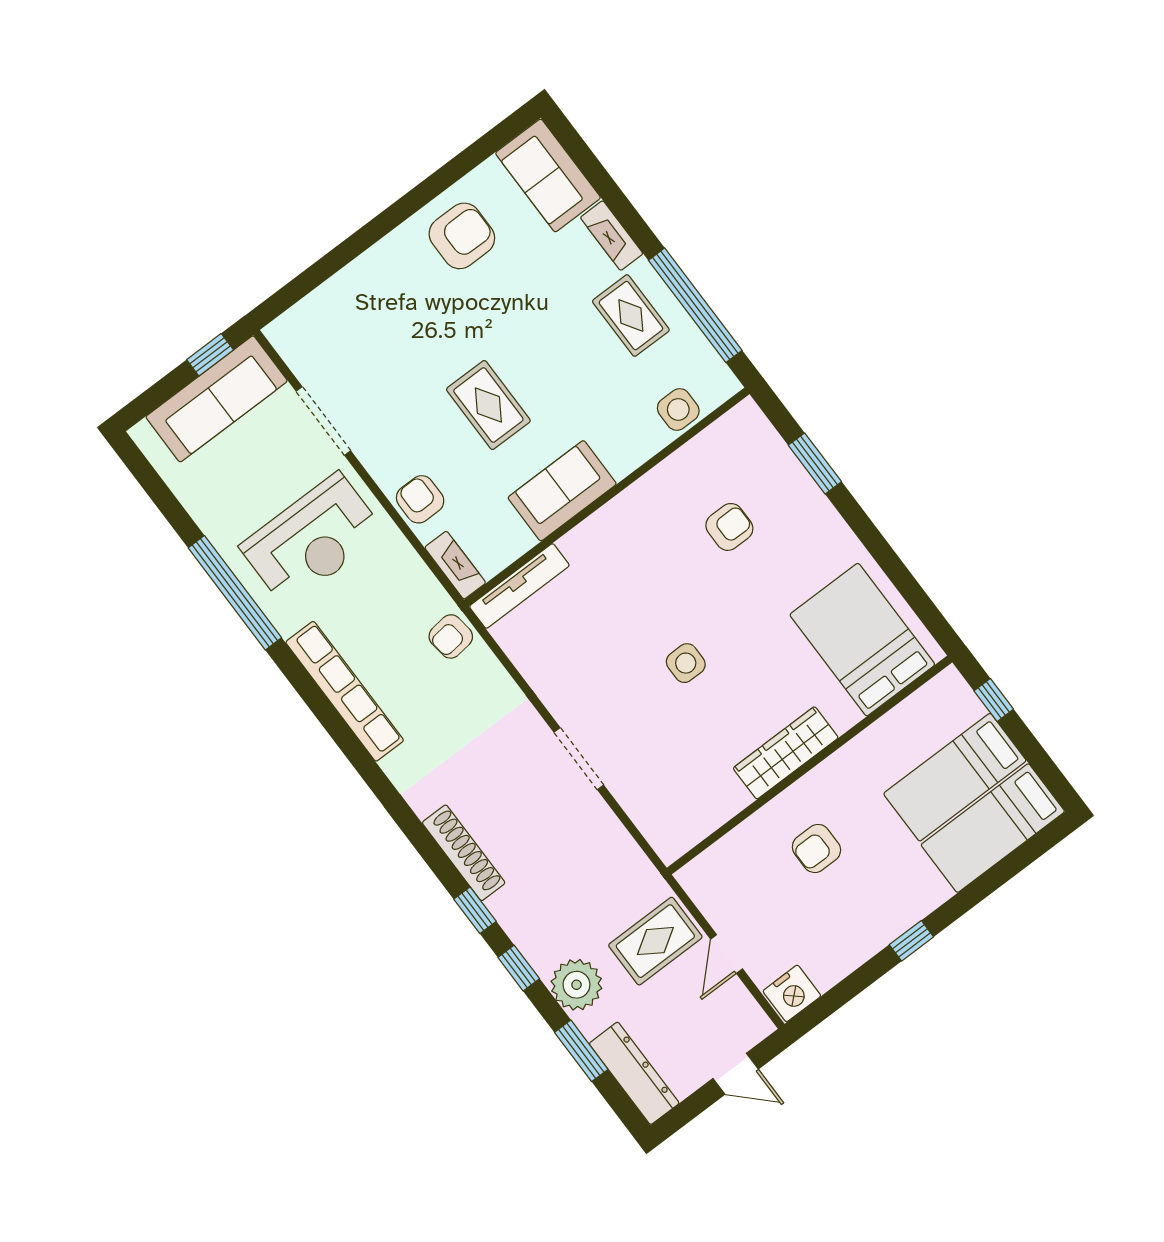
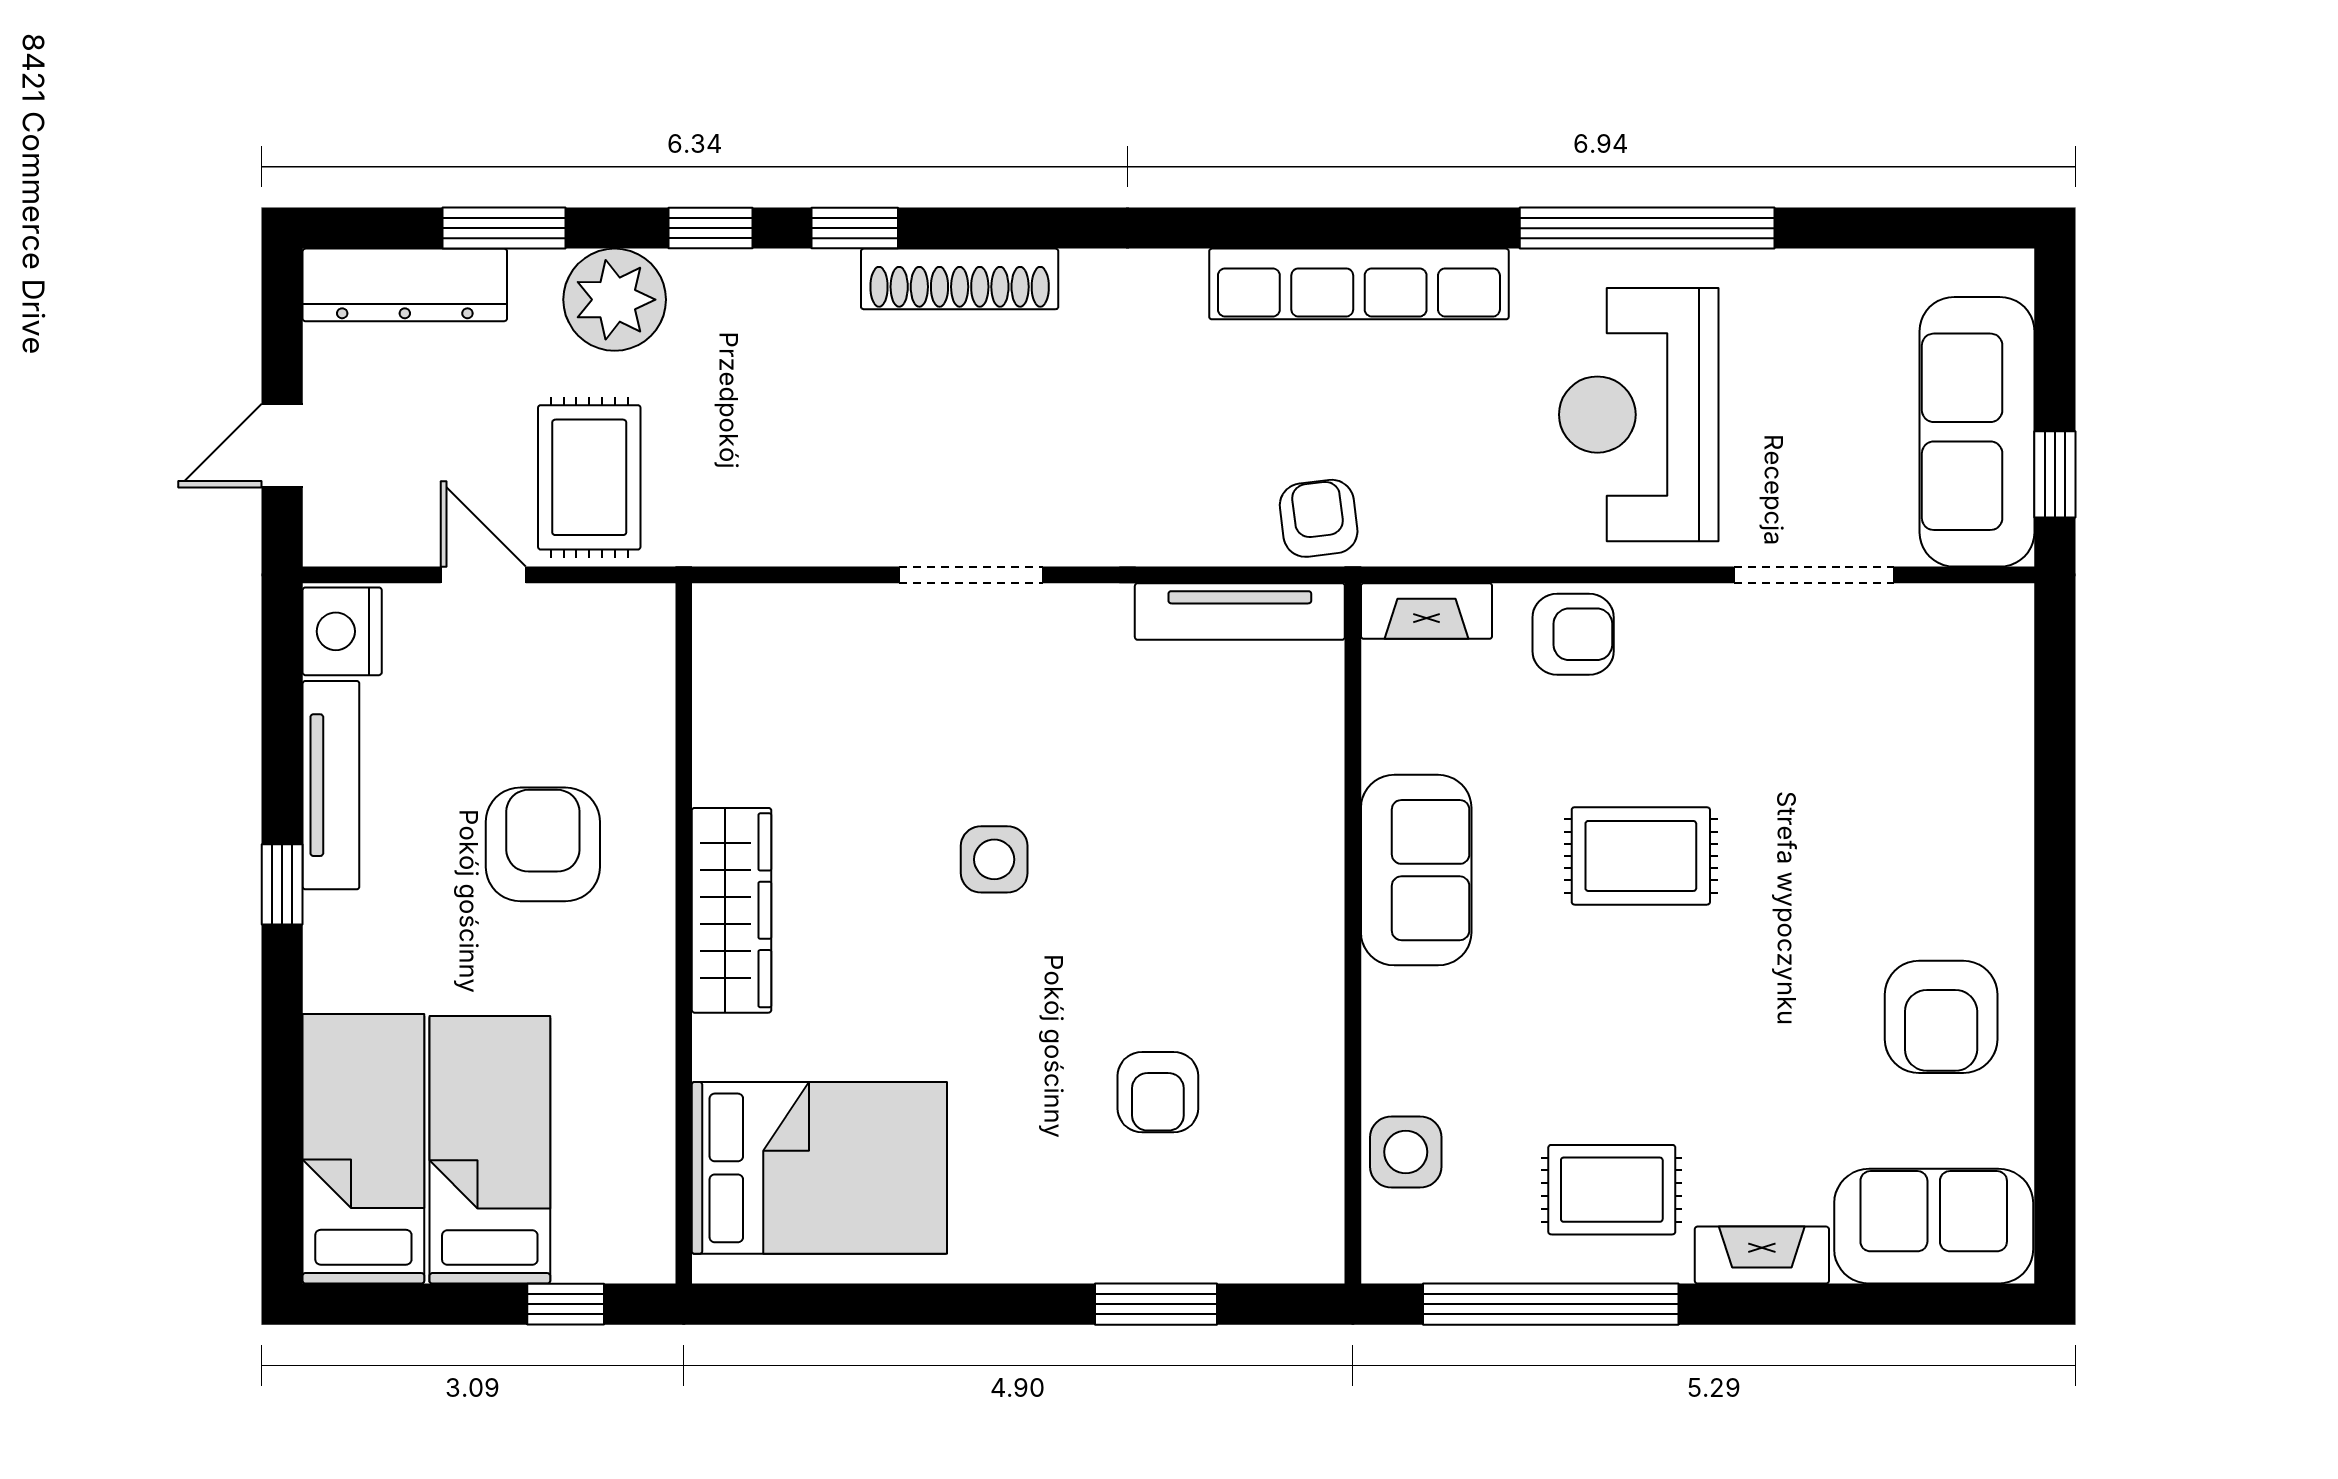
tv unit: (519, 586) -> (1240, 611), moved, turned -90
armchair: (816, 848) -> (543, 844), width x1.38, depth x1.38
tv unit: (857, 951) -> (331, 785), added

